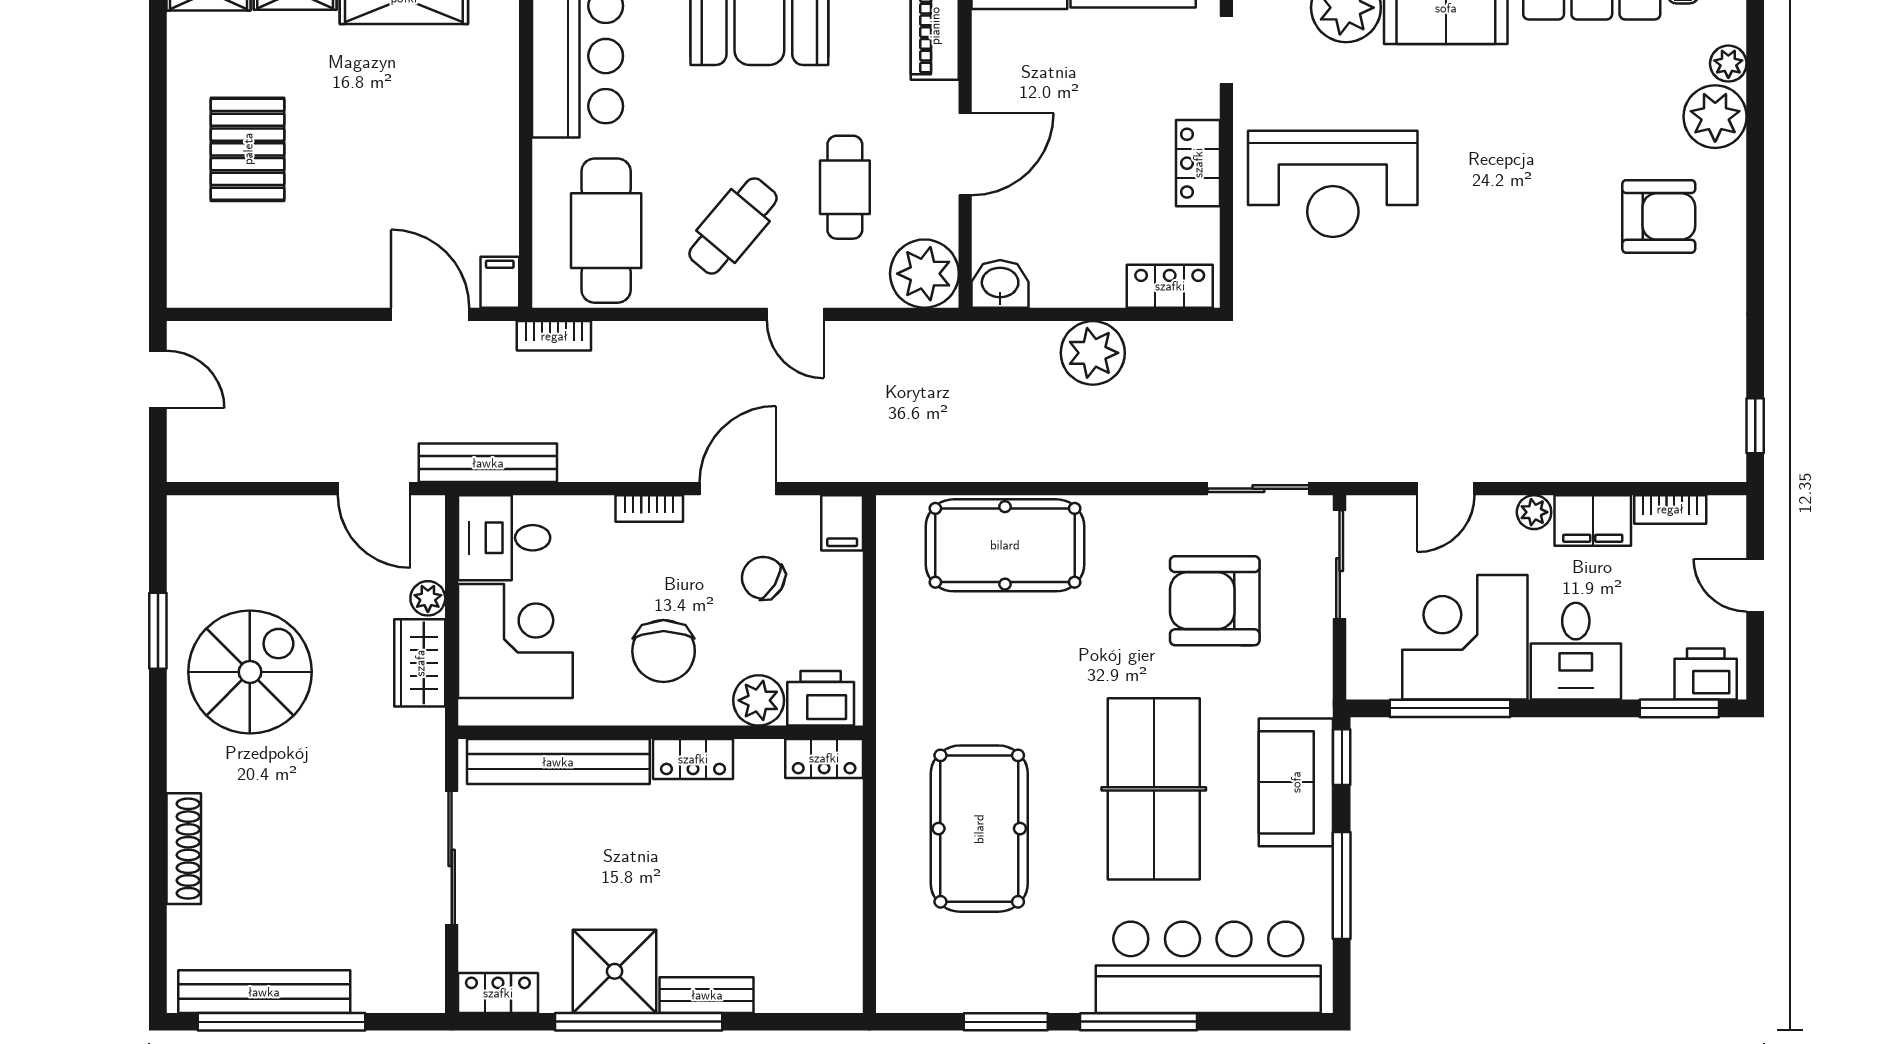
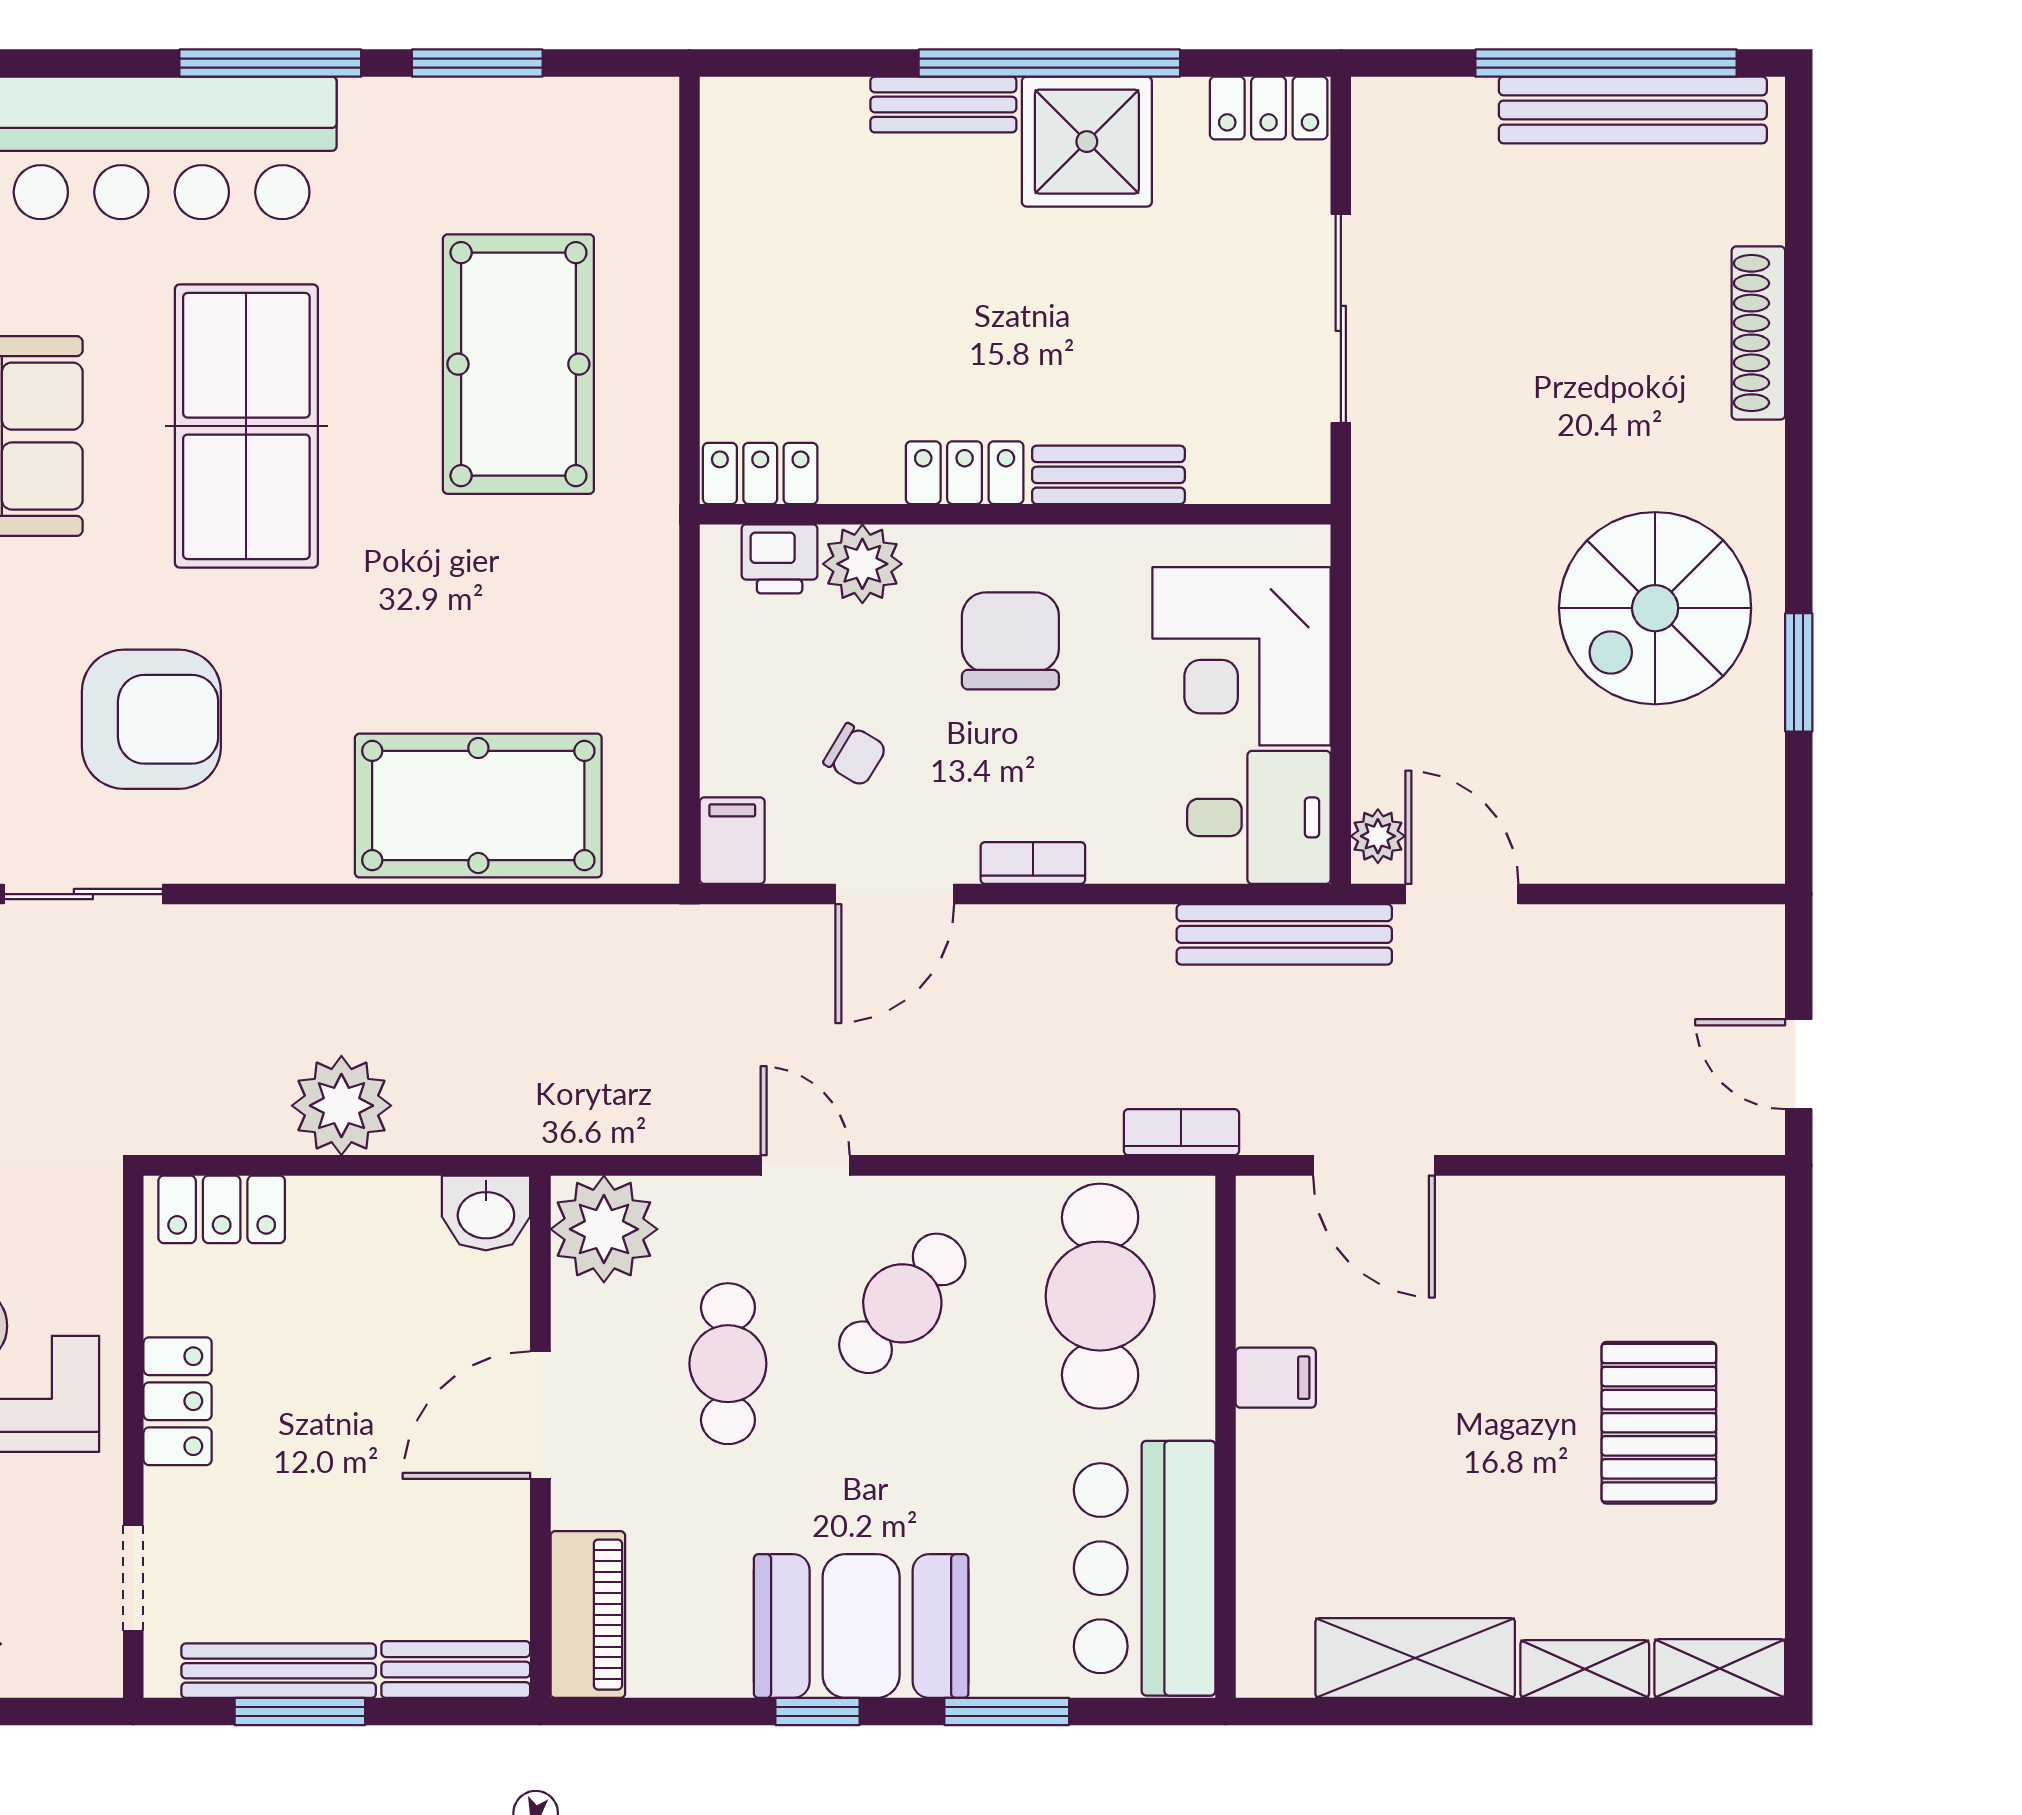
filing cabinet: (500, 282) -> (1276, 1378), moved, turned -90
chair: (763, 578) -> (855, 755), width x0.73, depth x0.73
plant: (428, 598) -> (1378, 836), moved
wardrobe: (420, 663) -> (1391, 622), removed
printer: (821, 698) -> (780, 559), width x0.73, depth x0.81
bench: (558, 762) -> (1108, 475), width x0.54, depth x0.82

